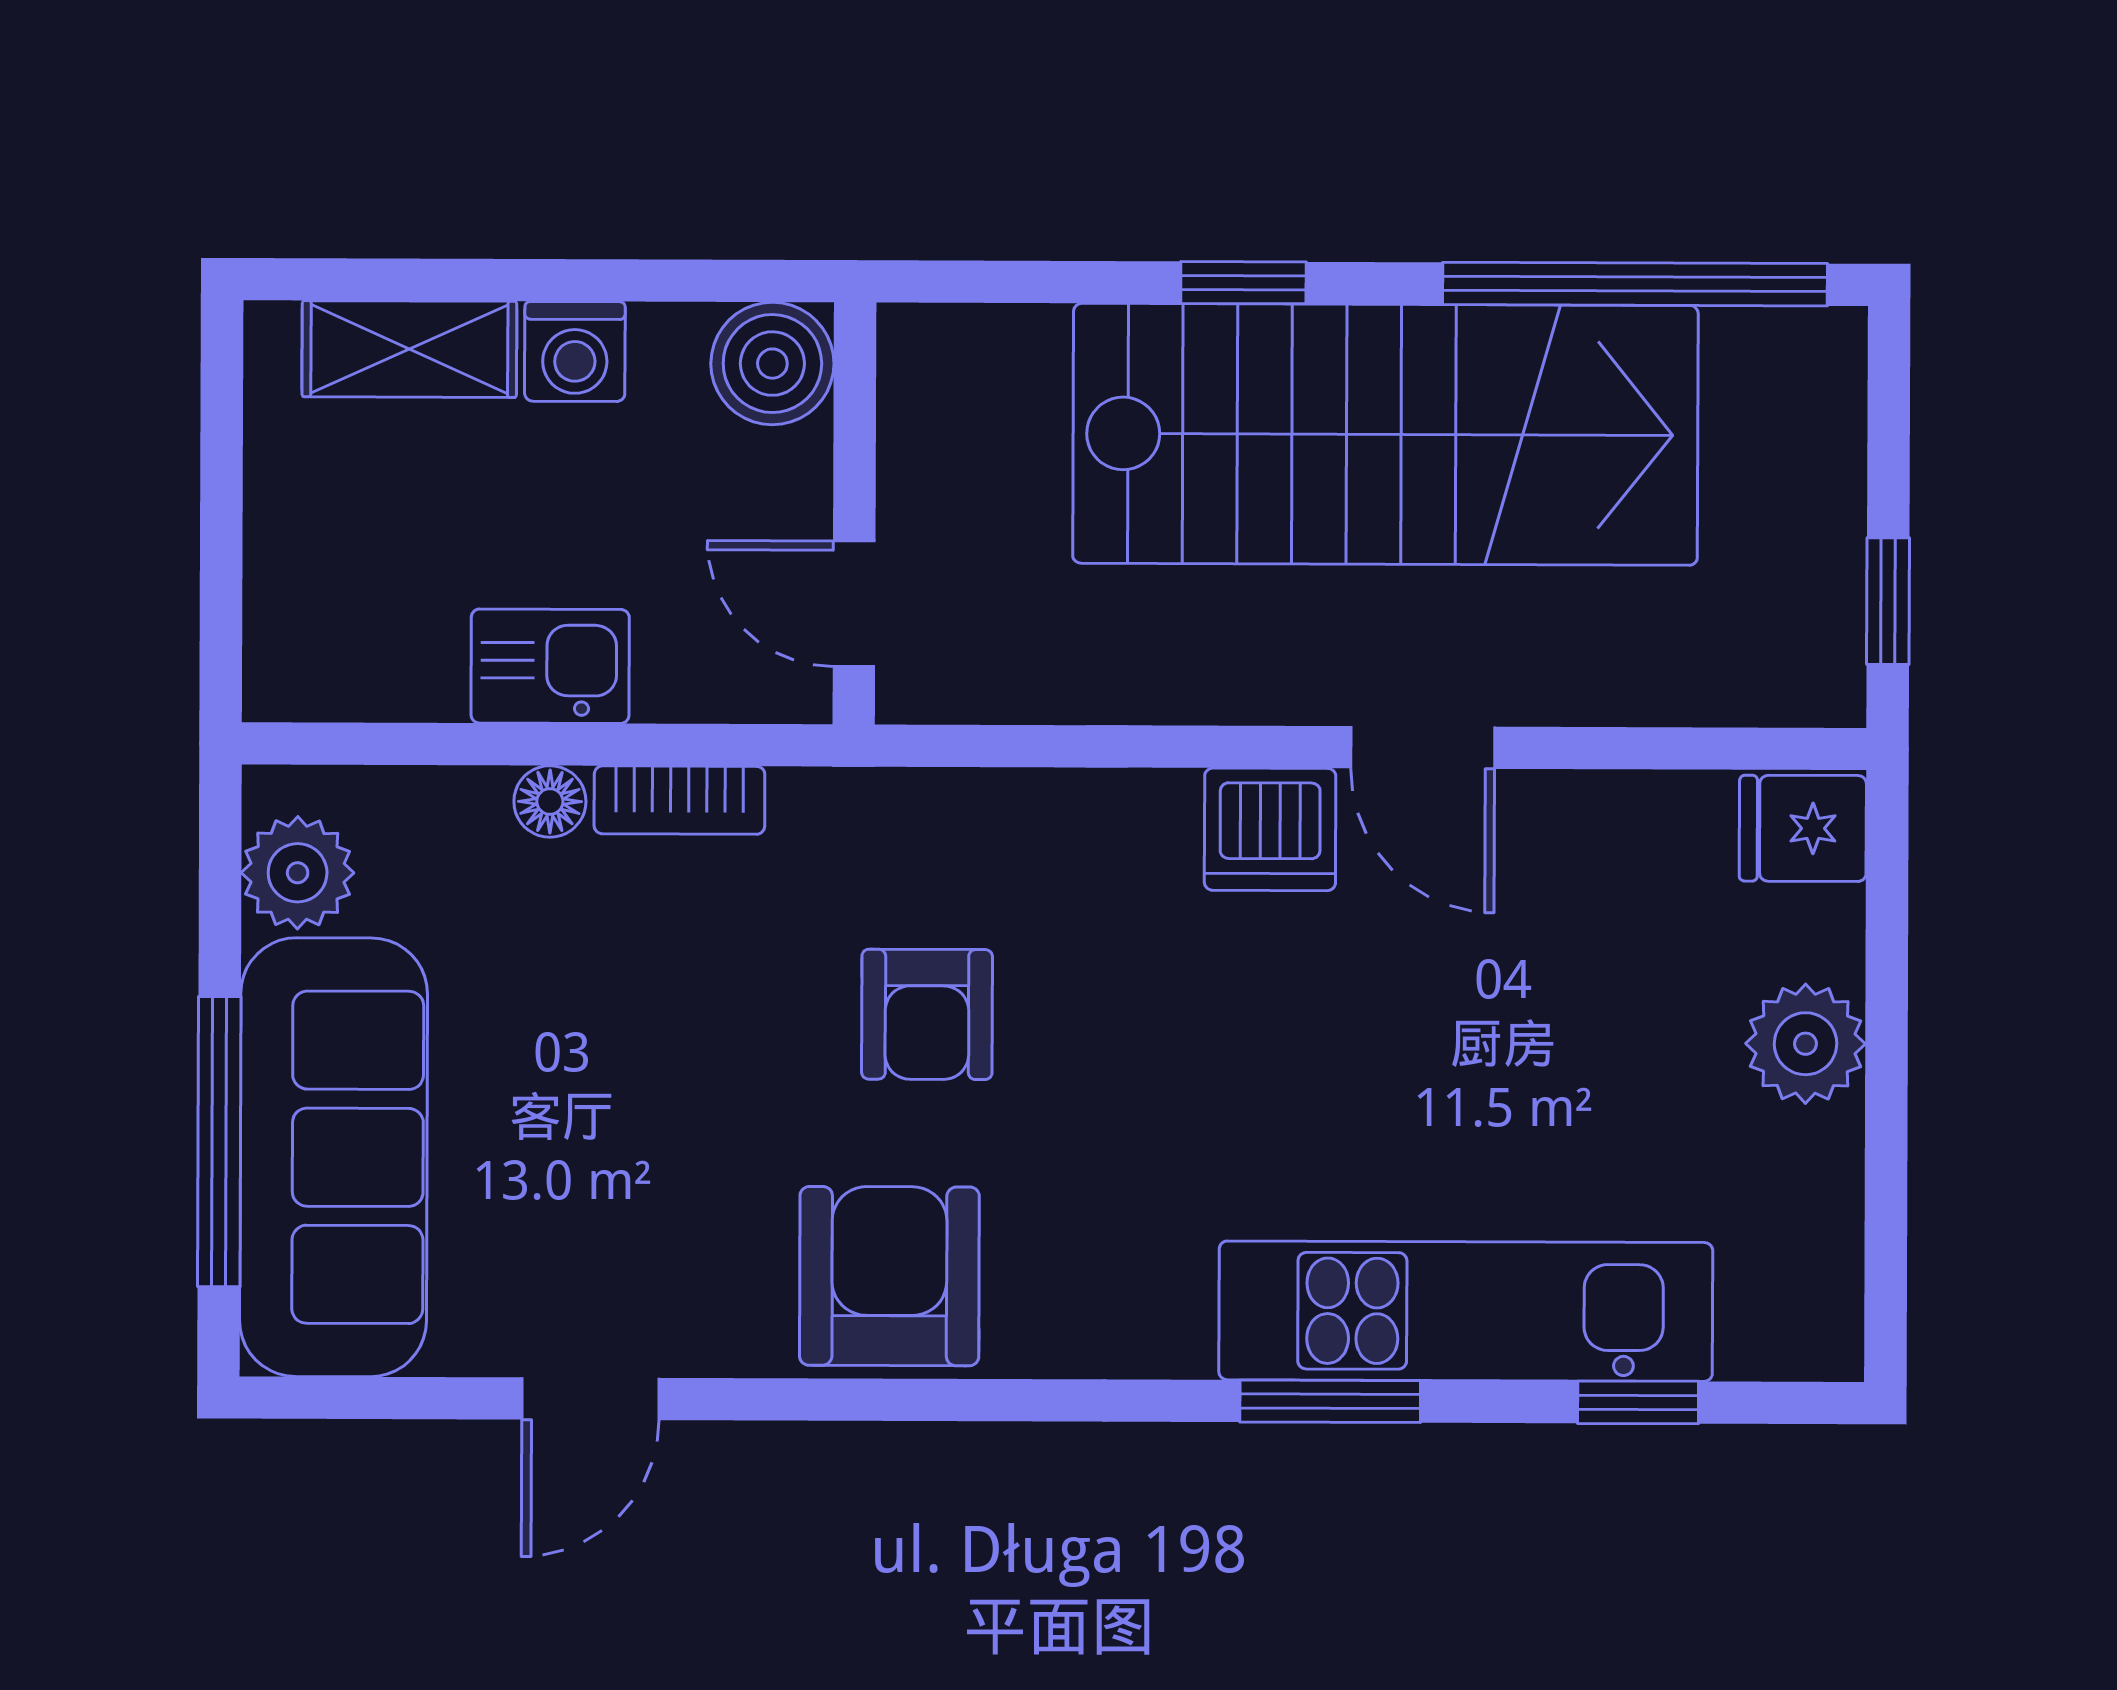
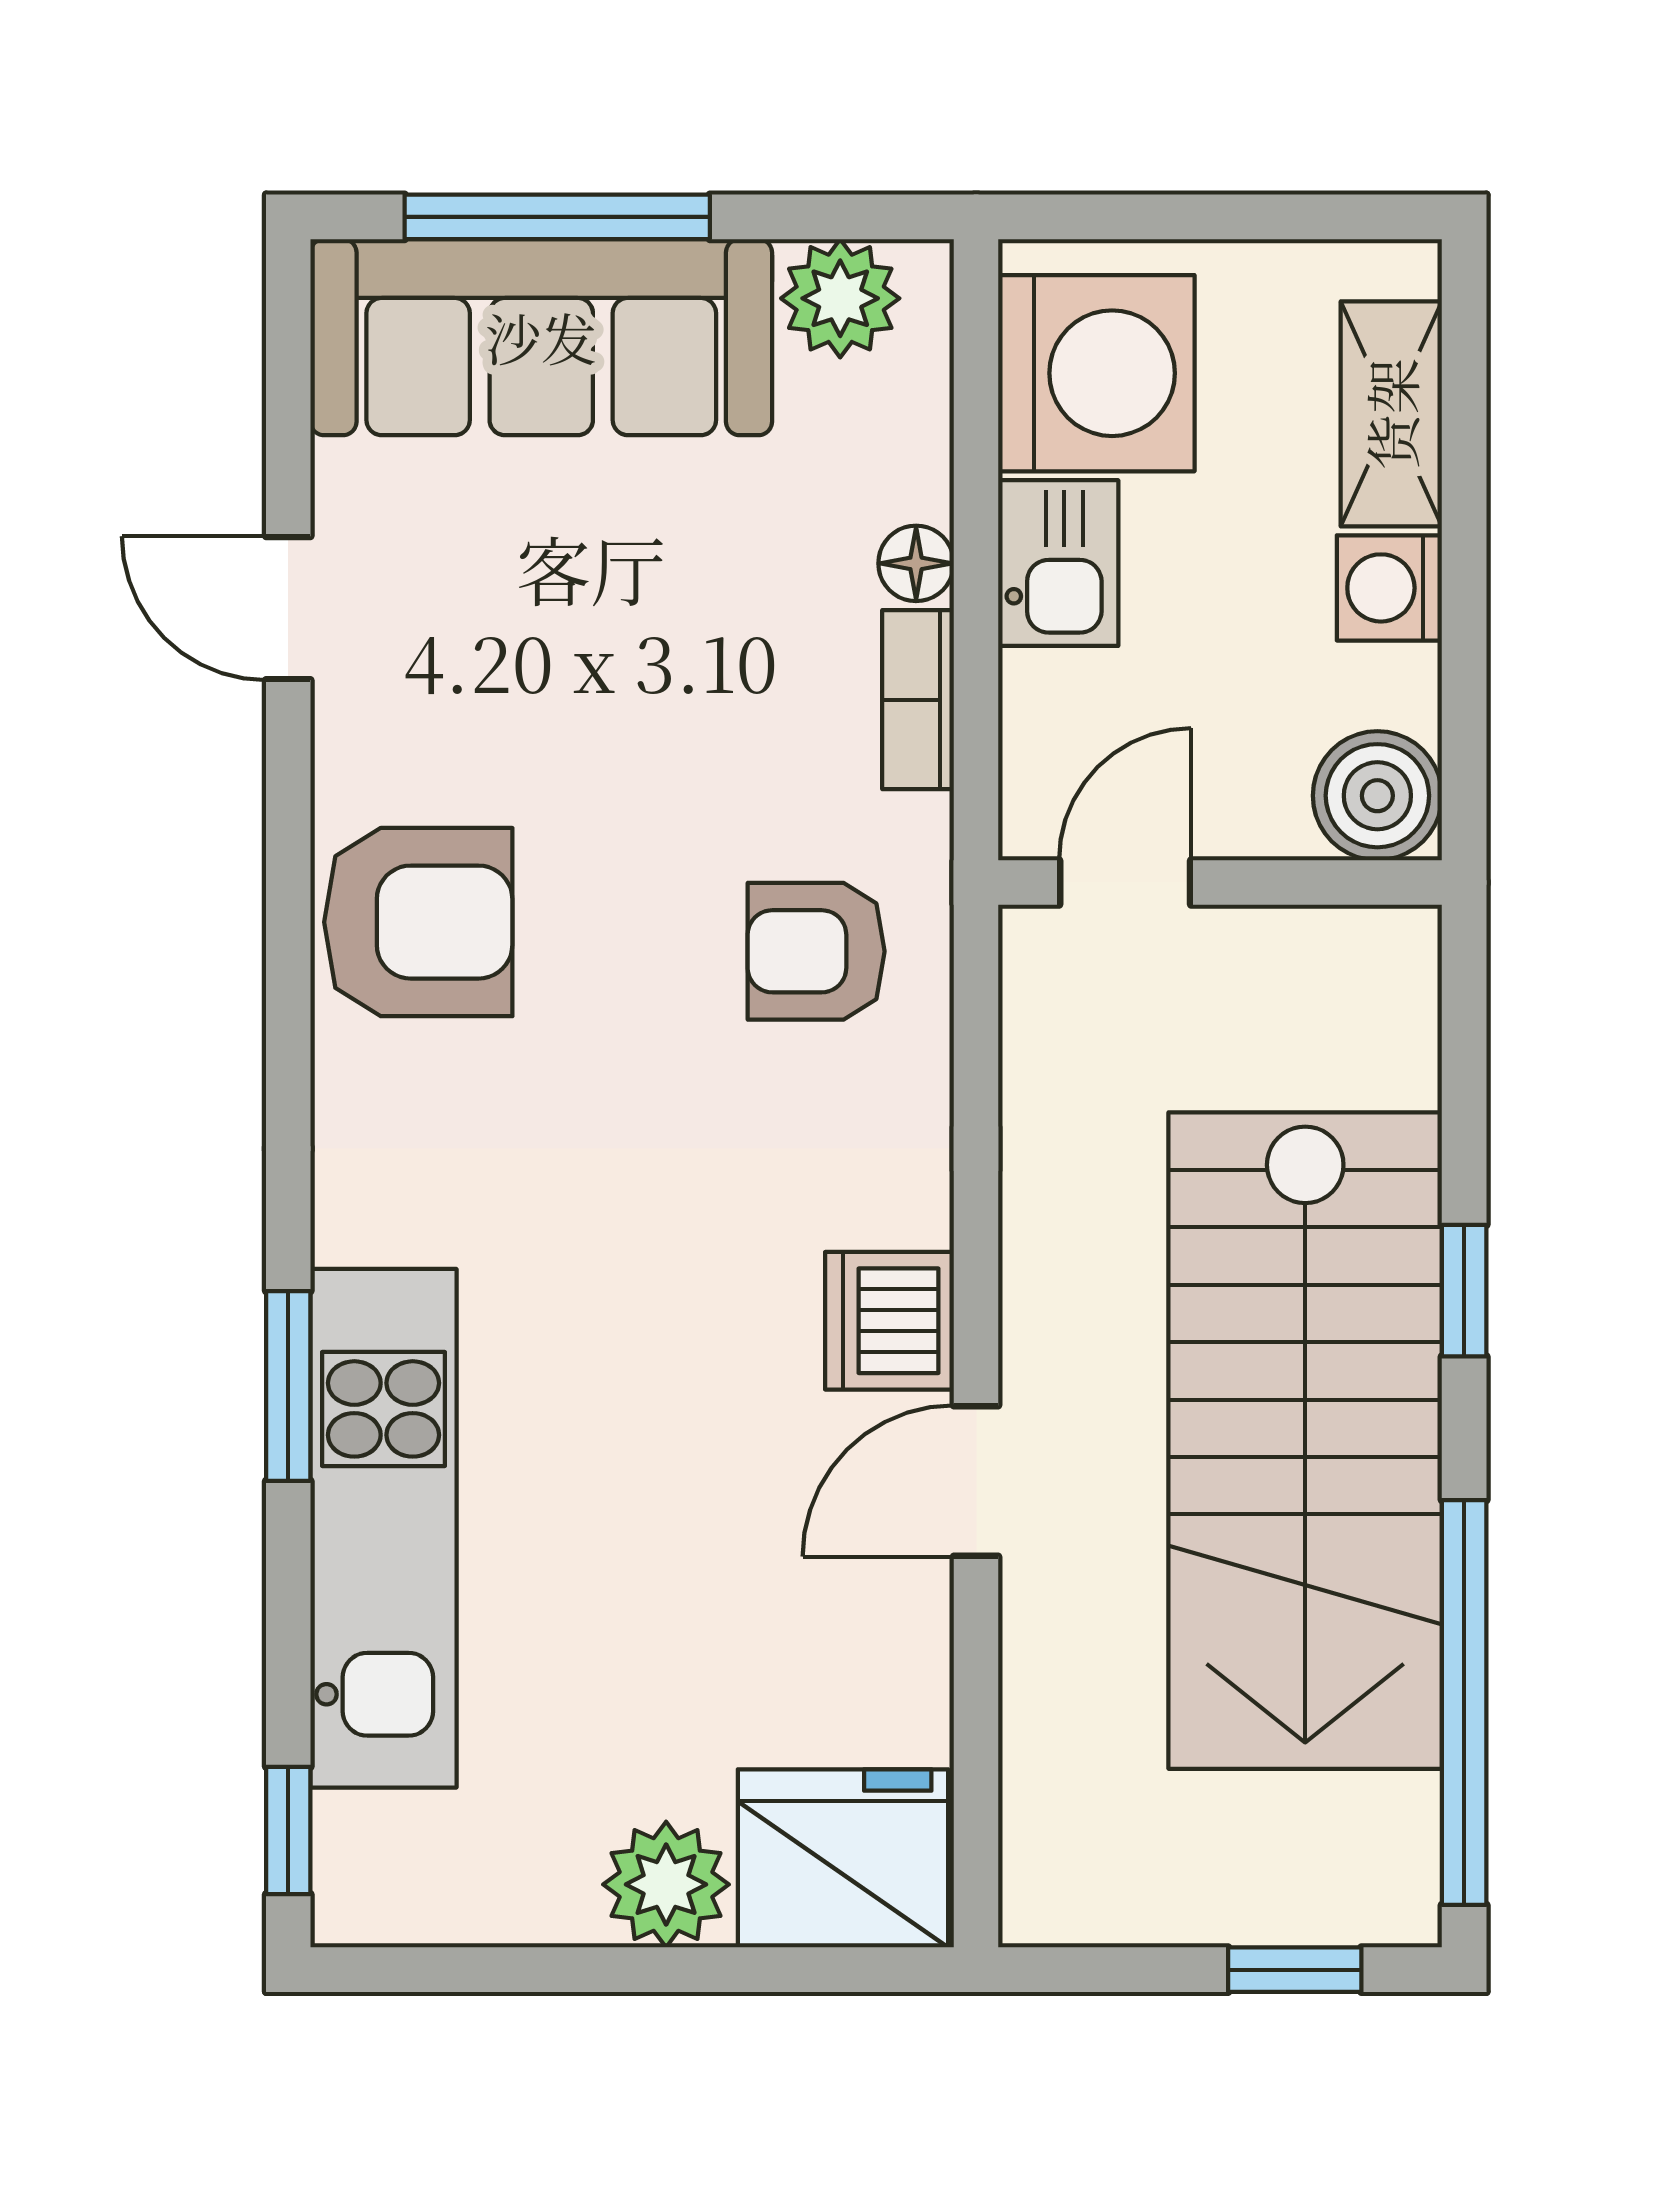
window: (1888, 601) -> (1295, 1970), moved
washing machine: (370, 629) -> (1096, 373), added
fridge: (1803, 828) -> (843, 1858), width x1.88, depth x1.34
armchair: (927, 1014) -> (816, 951), moved
window: (1638, 1402) -> (288, 1830), moved

